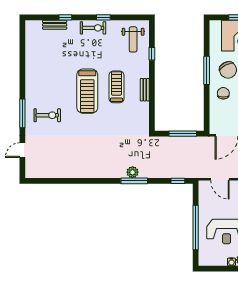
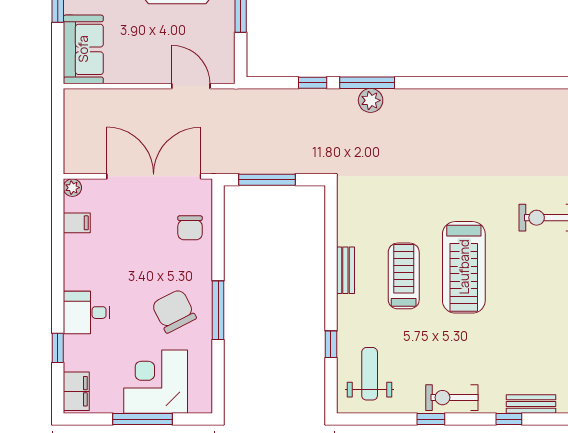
treadmill: (116, 87) -> (404, 276), turned 180
treadmill: (87, 91) -> (464, 267), turned 180
chair: (223, 93) -> (190, 228), moved
window: (178, 181) -> (313, 83), moved

